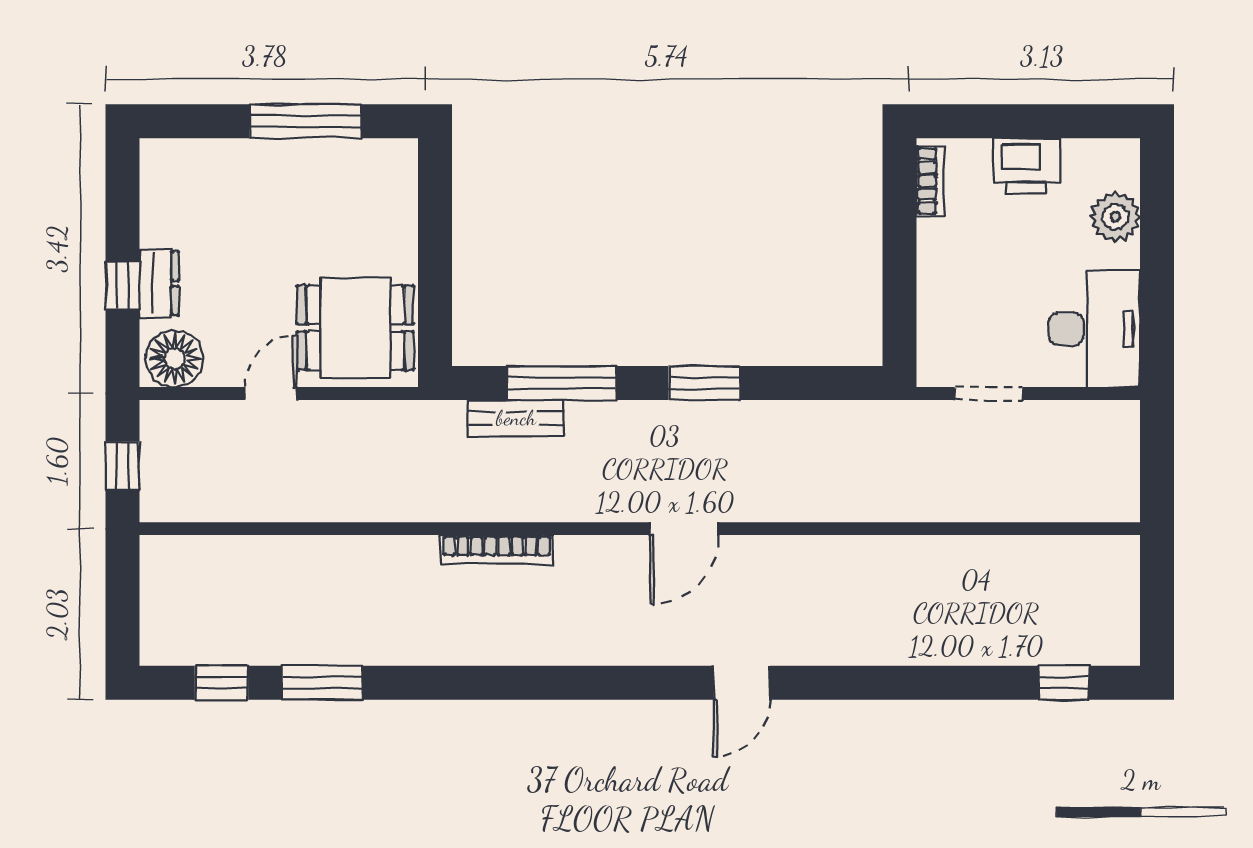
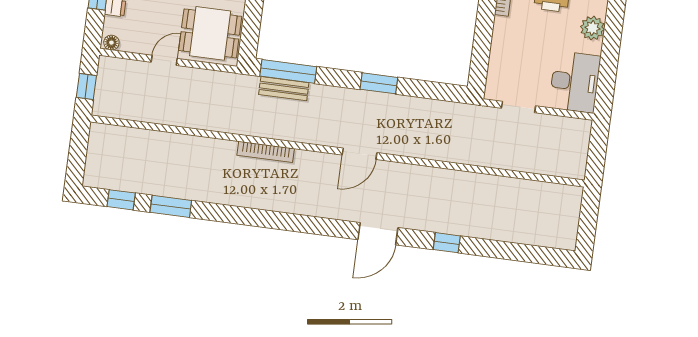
floor lamp: (174, 359) -> (111, 43), width x0.53, depth x0.53
window: (561, 383) -> (288, 71), moved
door: (742, 683) -> (378, 234), width x1.38
window: (1063, 683) -> (447, 243), moved

